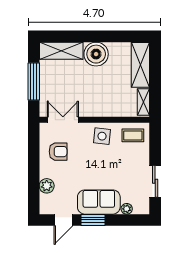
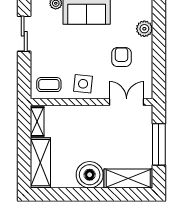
double door: (63, 120) -> (127, 102), swing flipped
armchair: (58, 152) -> (121, 57), moved, turned 90

